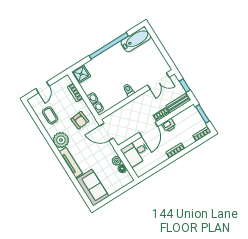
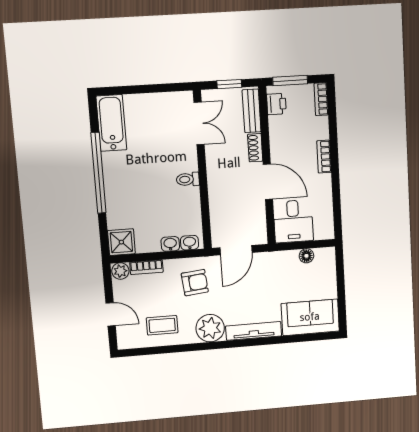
printer: (169, 125) -> (276, 104), moved
plant: (117, 161) -> (120, 271), moved

